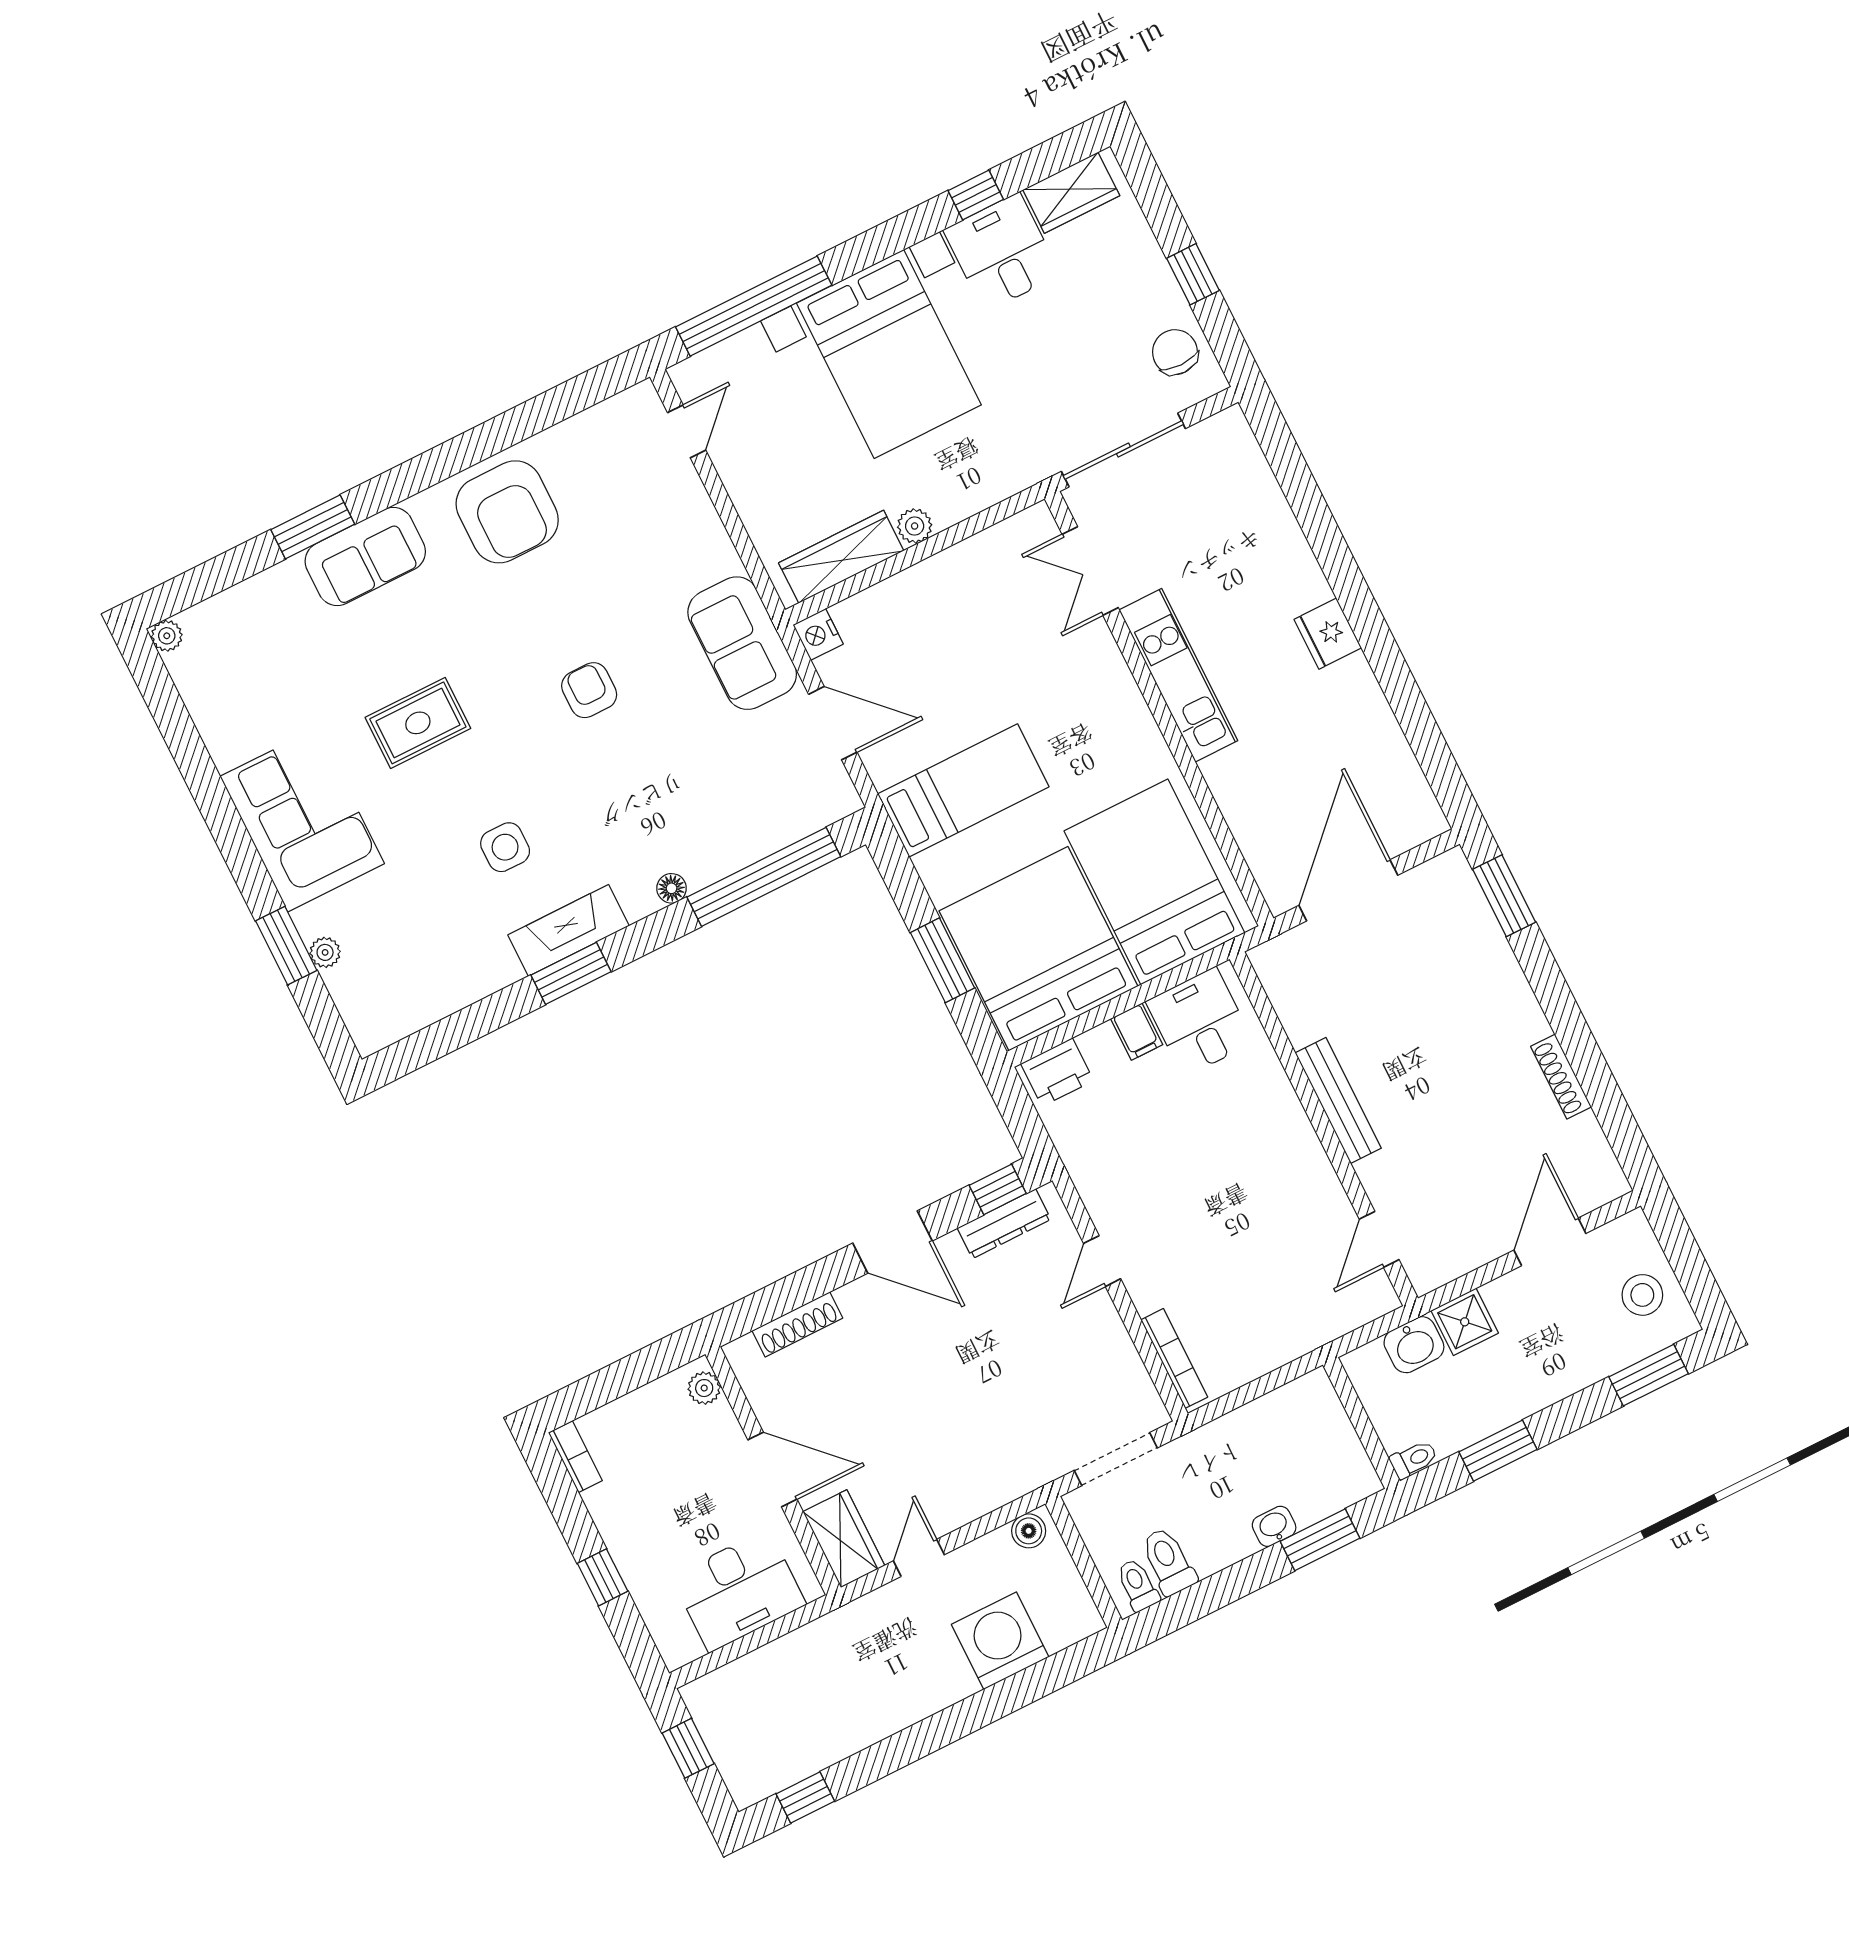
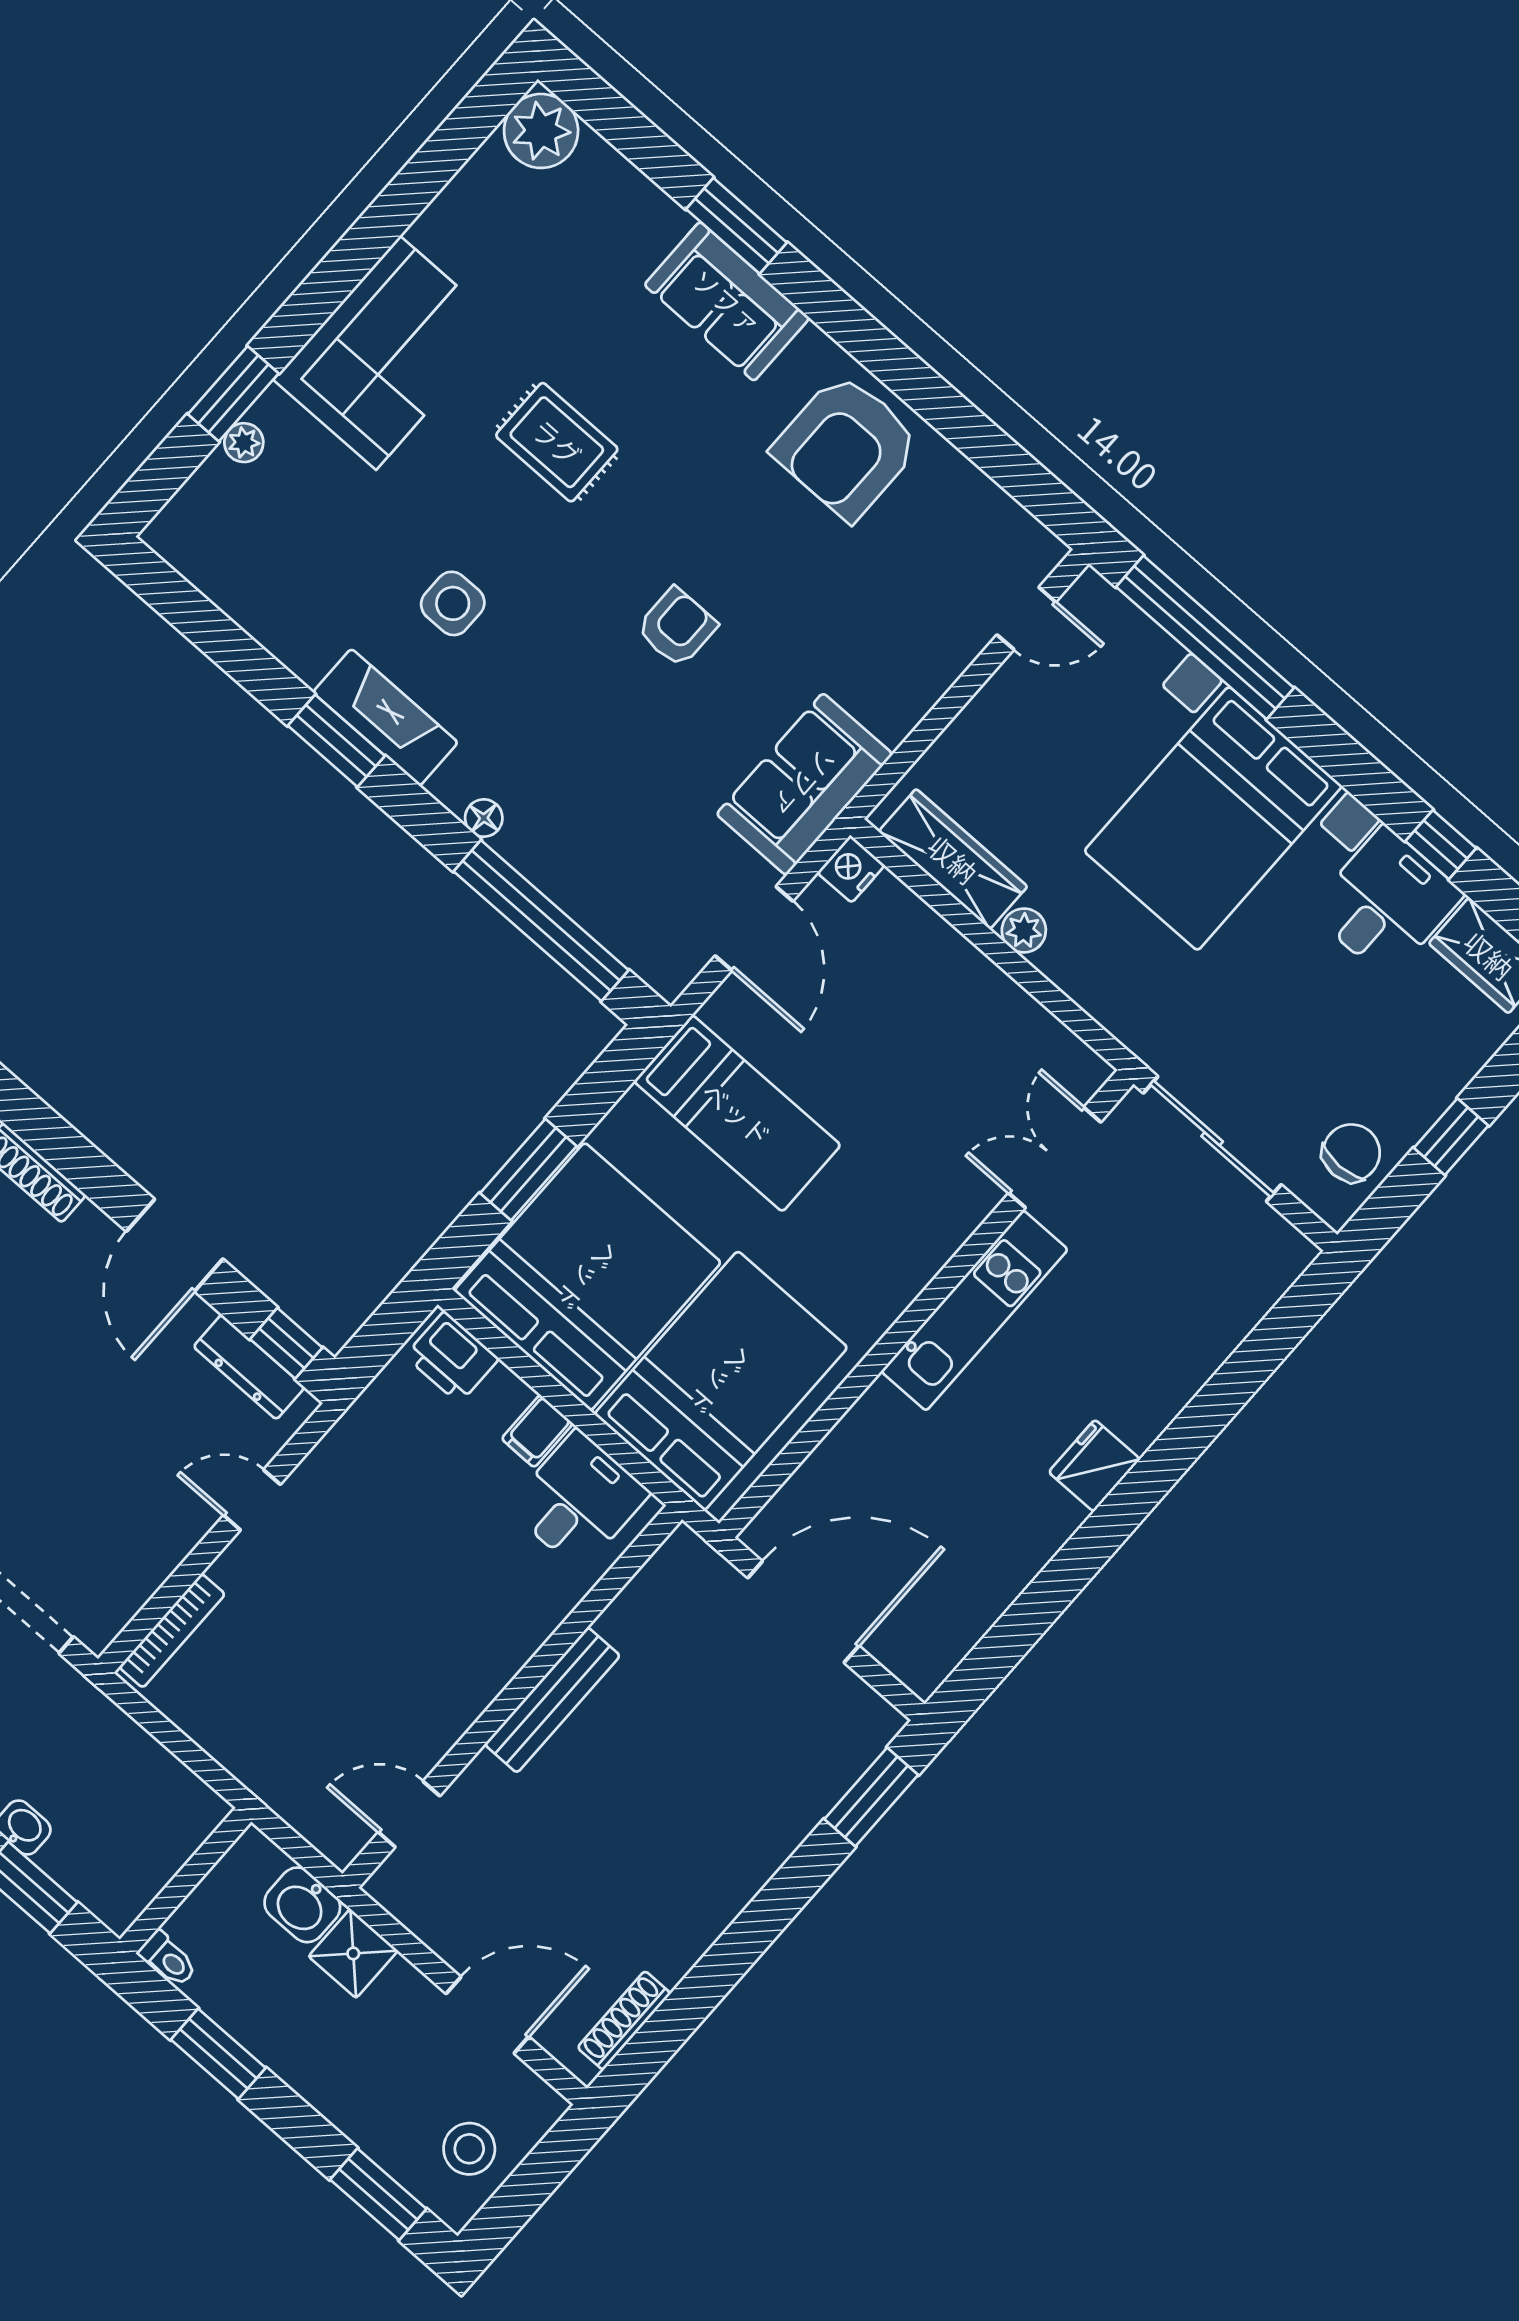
plant: (167, 636) -> (541, 131), width x1.88, depth x1.88
shoe rack: (1561, 1077) -> (624, 2020), moved

